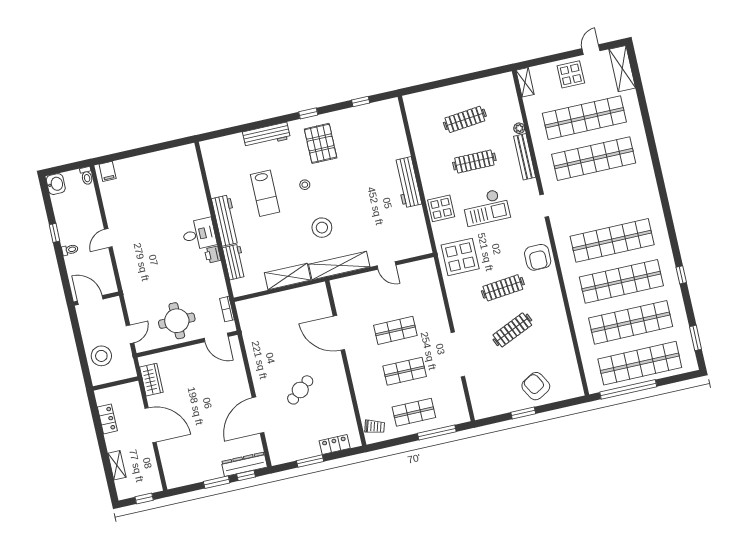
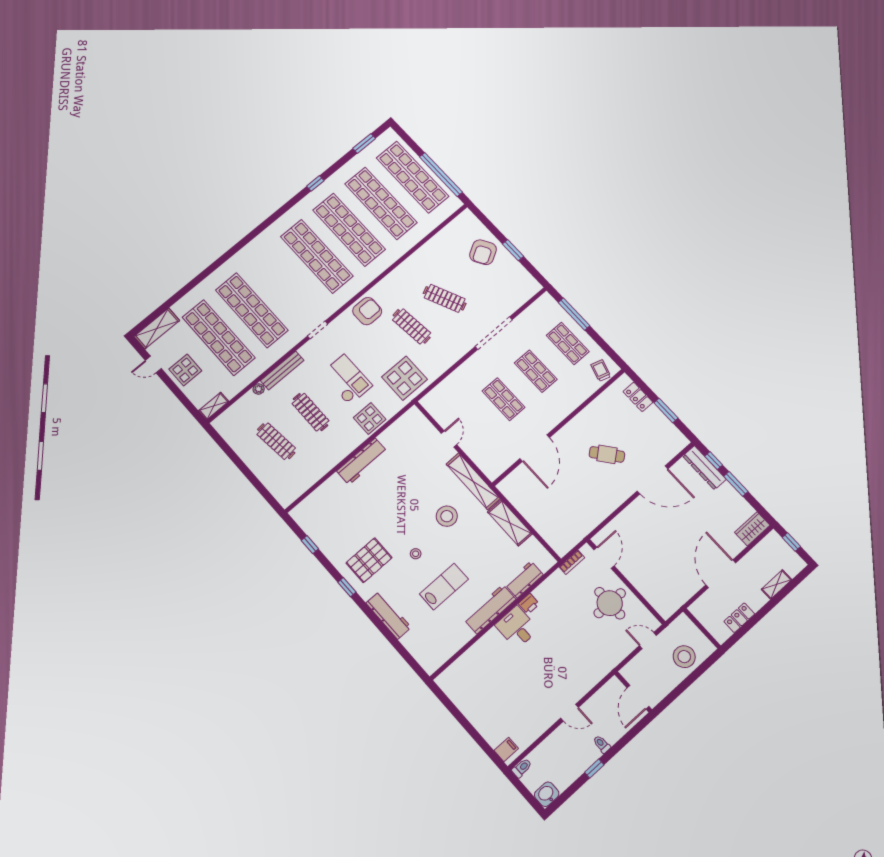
wardrobe: (151, 380) -> (752, 529), moved

